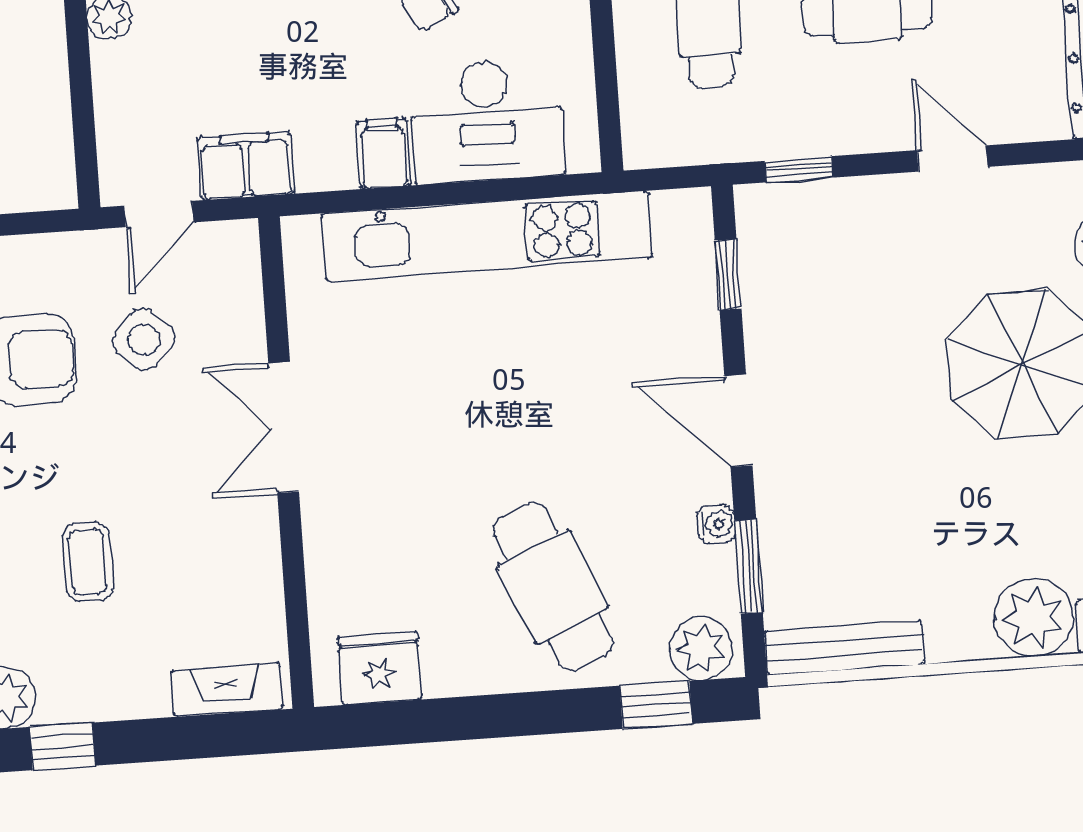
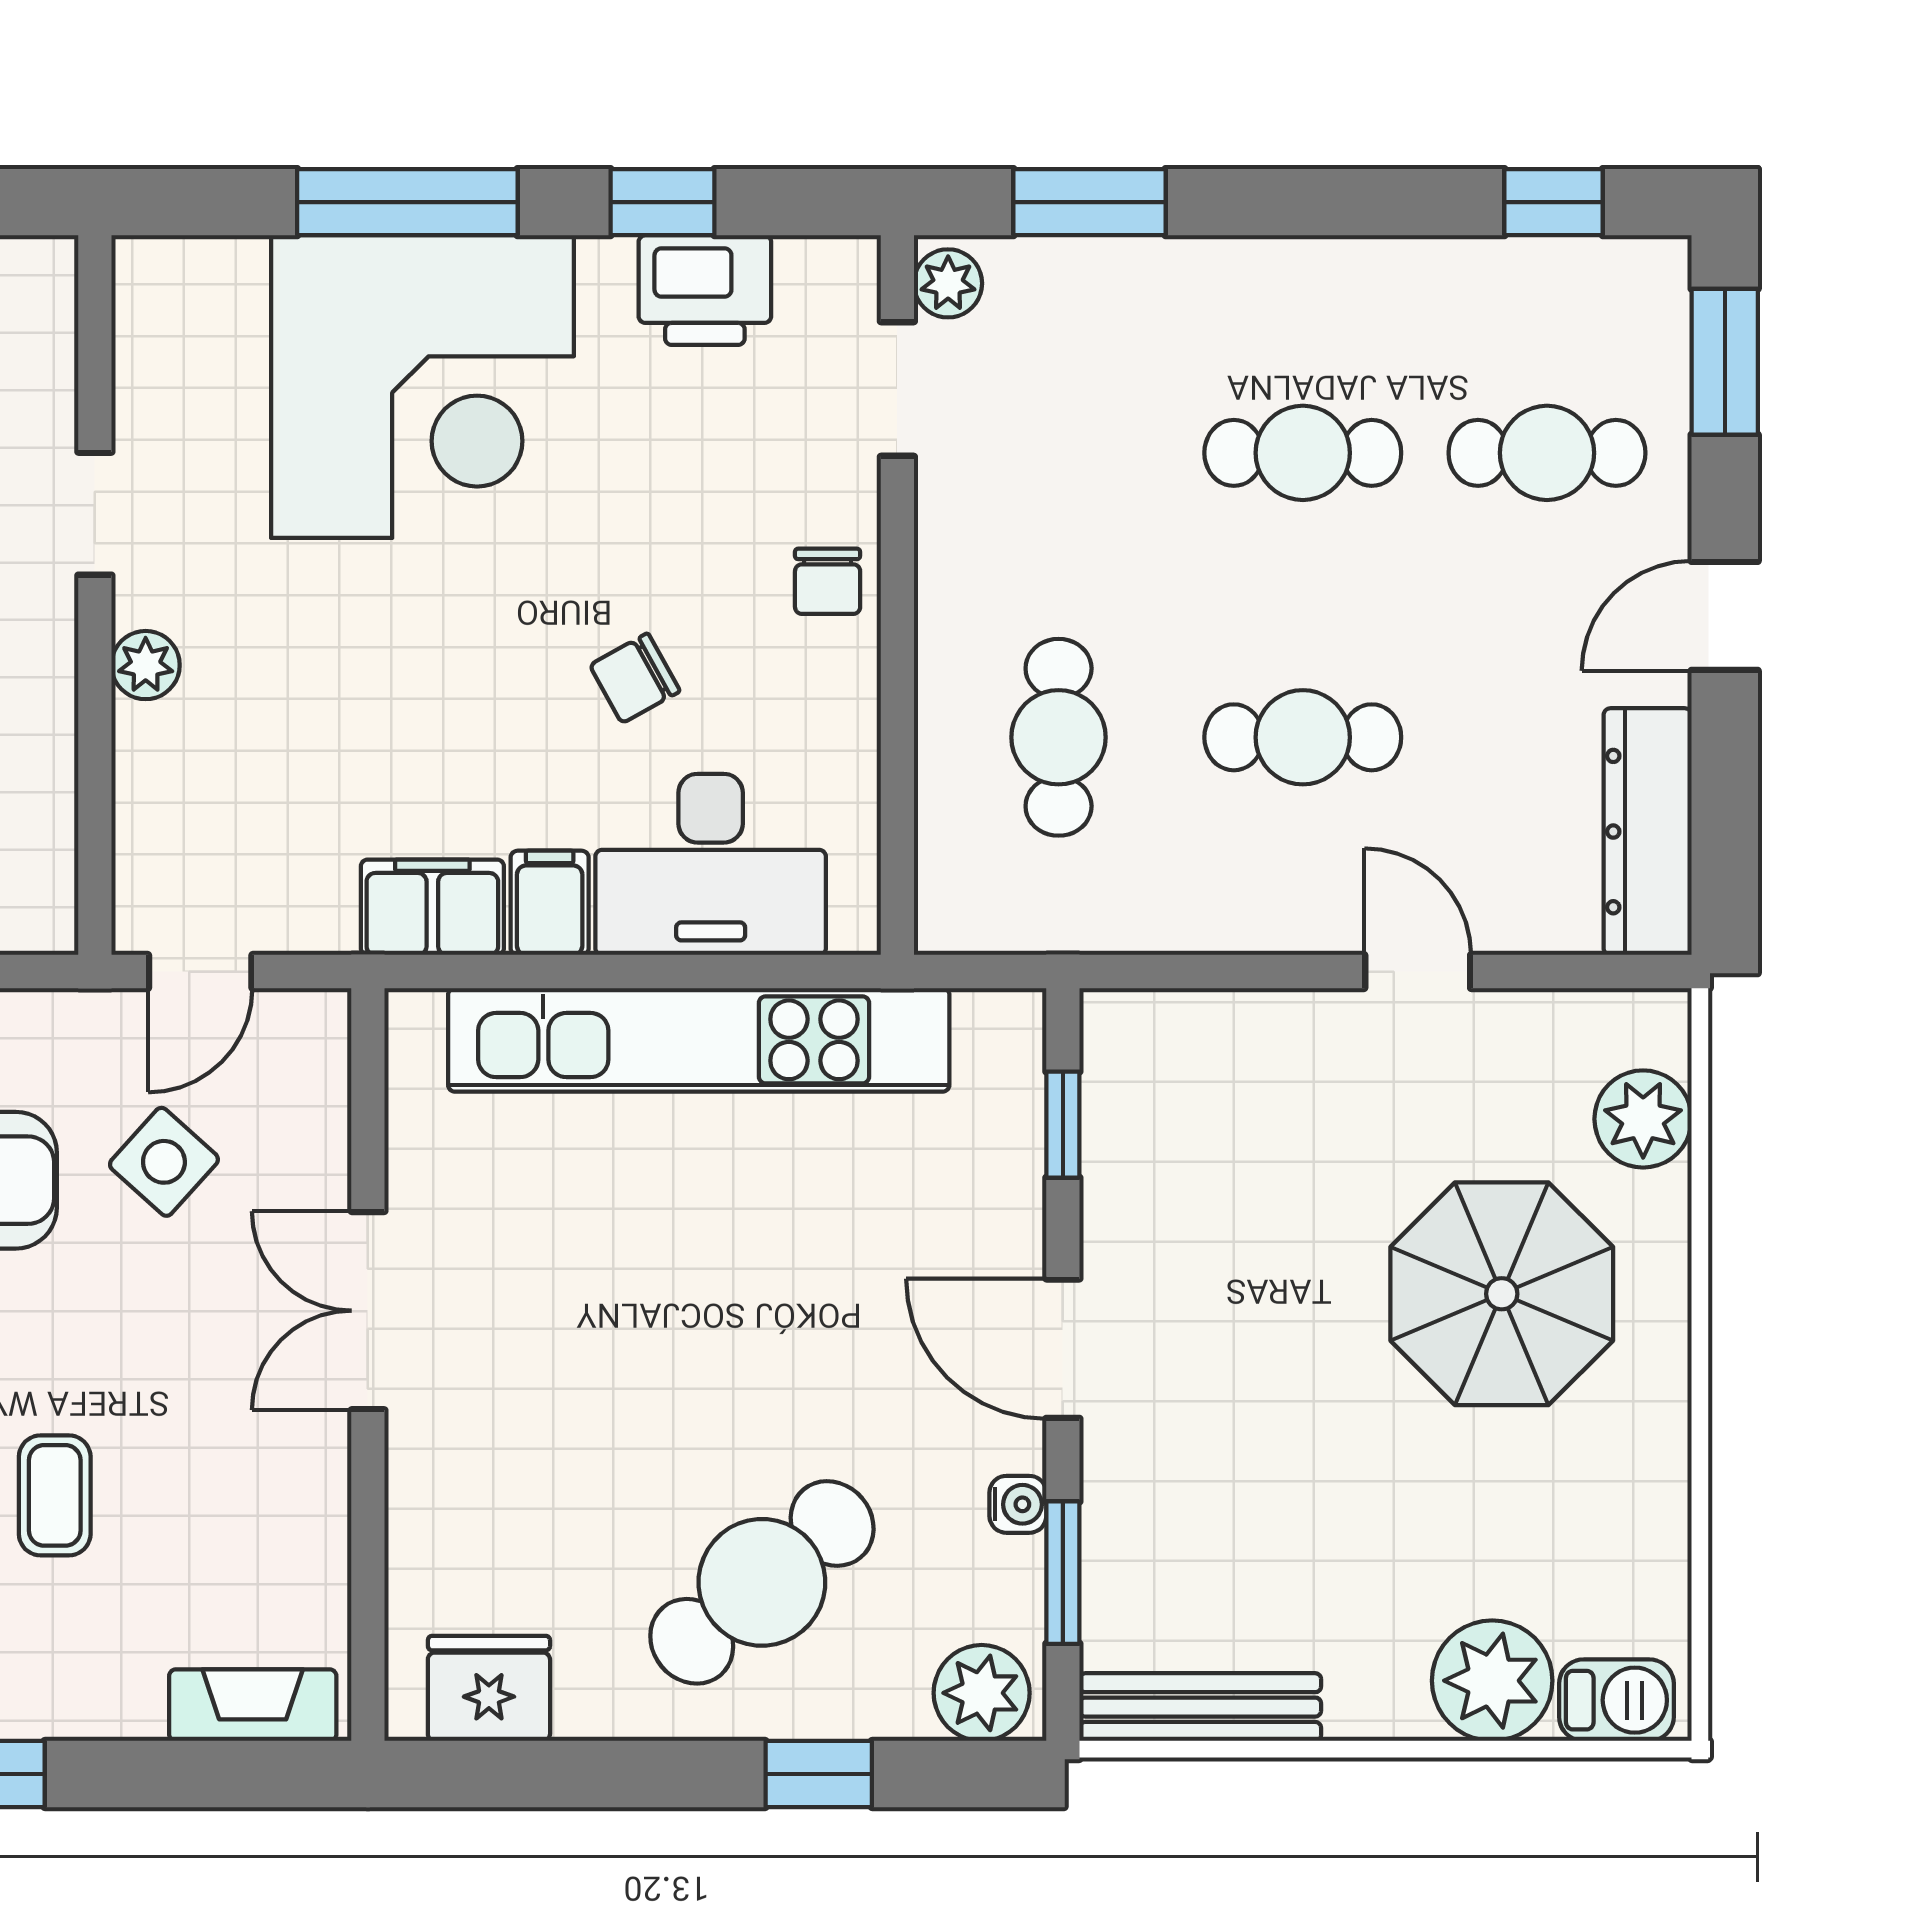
filing cabinet: (246, 166) -> (432, 907), moved
window: (799, 169) -> (1182, 972), removed
cafe table: (553, 587) -> (762, 1582), turned 73
window: (656, 705) -> (819, 1774), moved

